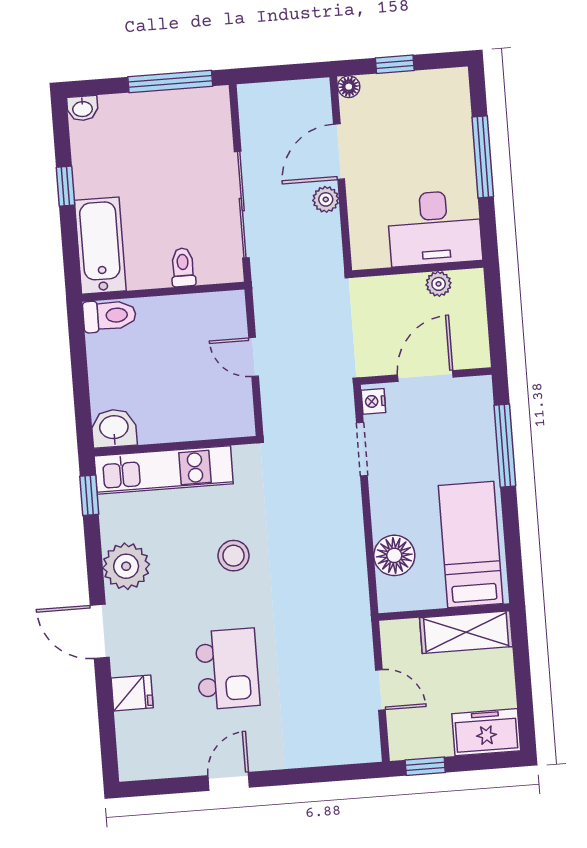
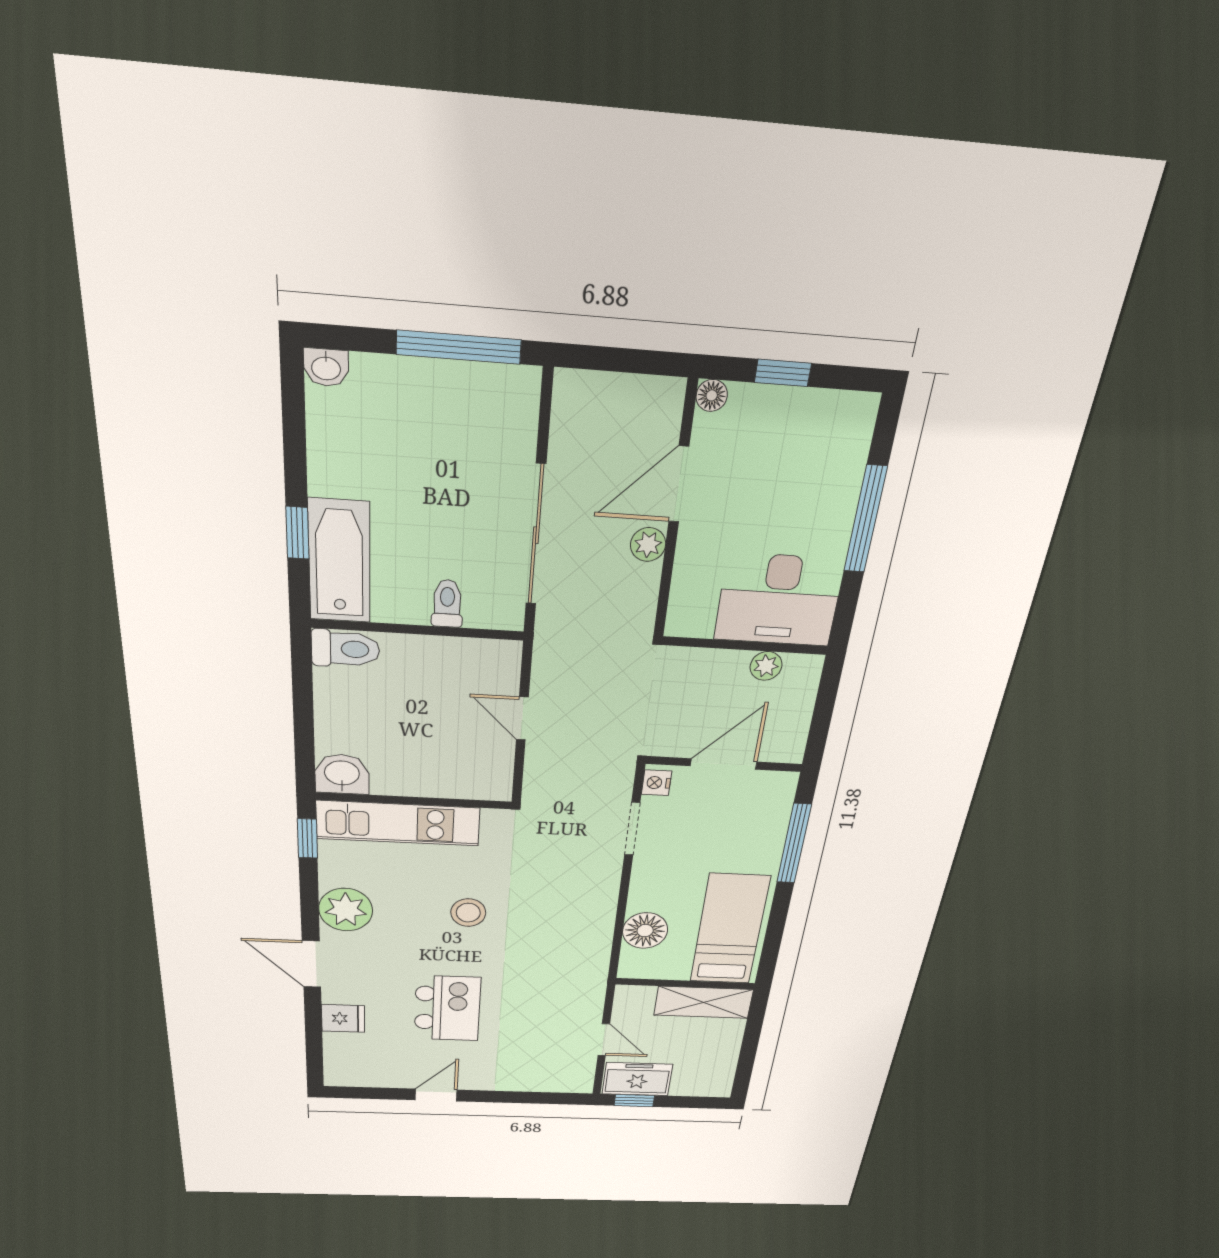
window: (65, 186) -> (297, 533), moved
freezer: (486, 732) -> (637, 1079), moved

